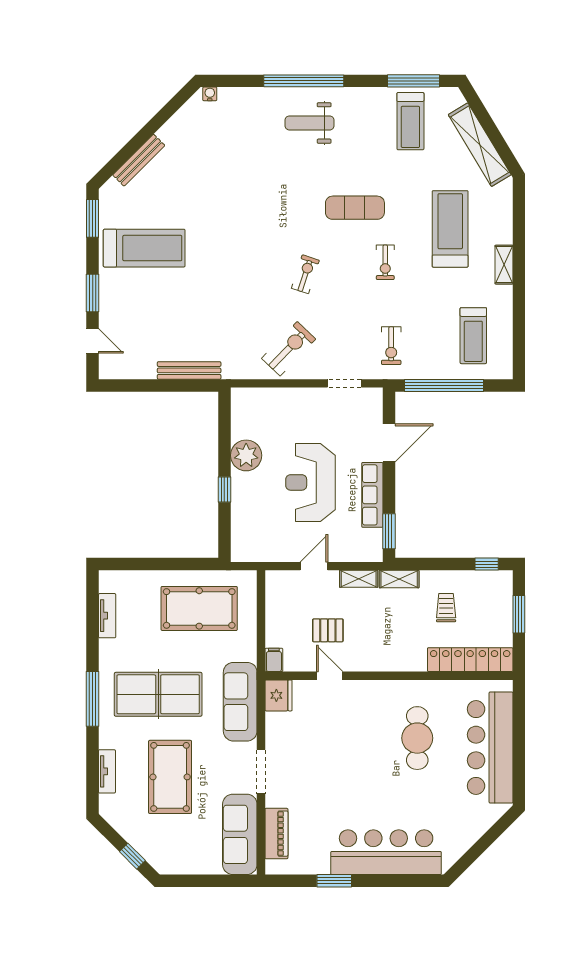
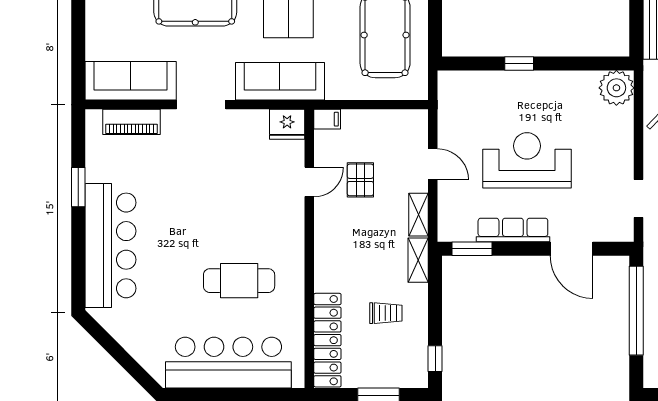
plant: (246, 455) -> (616, 88), moved

